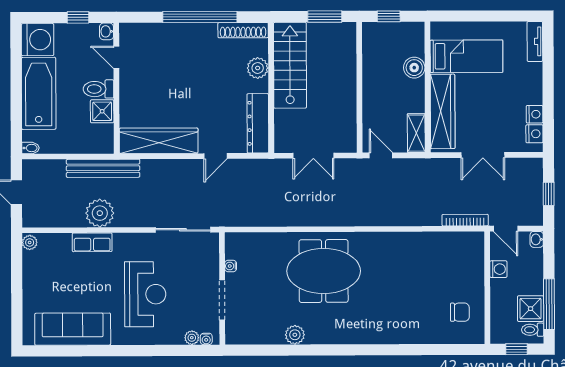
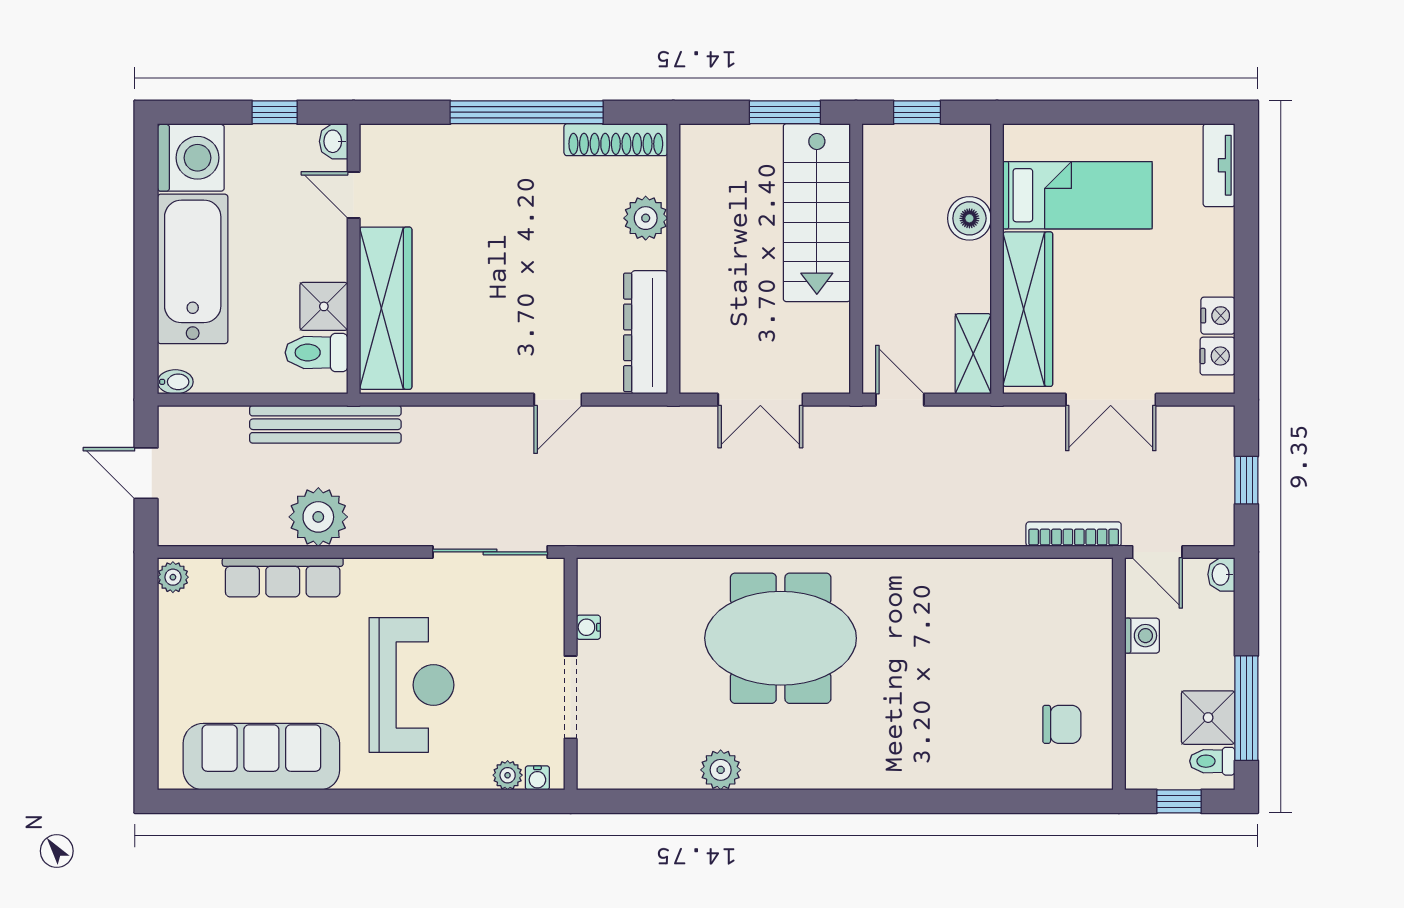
stairs: (290, 65) -> (817, 213), moved, turned 180
toilet: (98, 89) -> (316, 353), moved
wardrobe: (159, 141) -> (386, 308), moved, turned 90
row of seats: (92, 242) -> (283, 577), width x1.48

